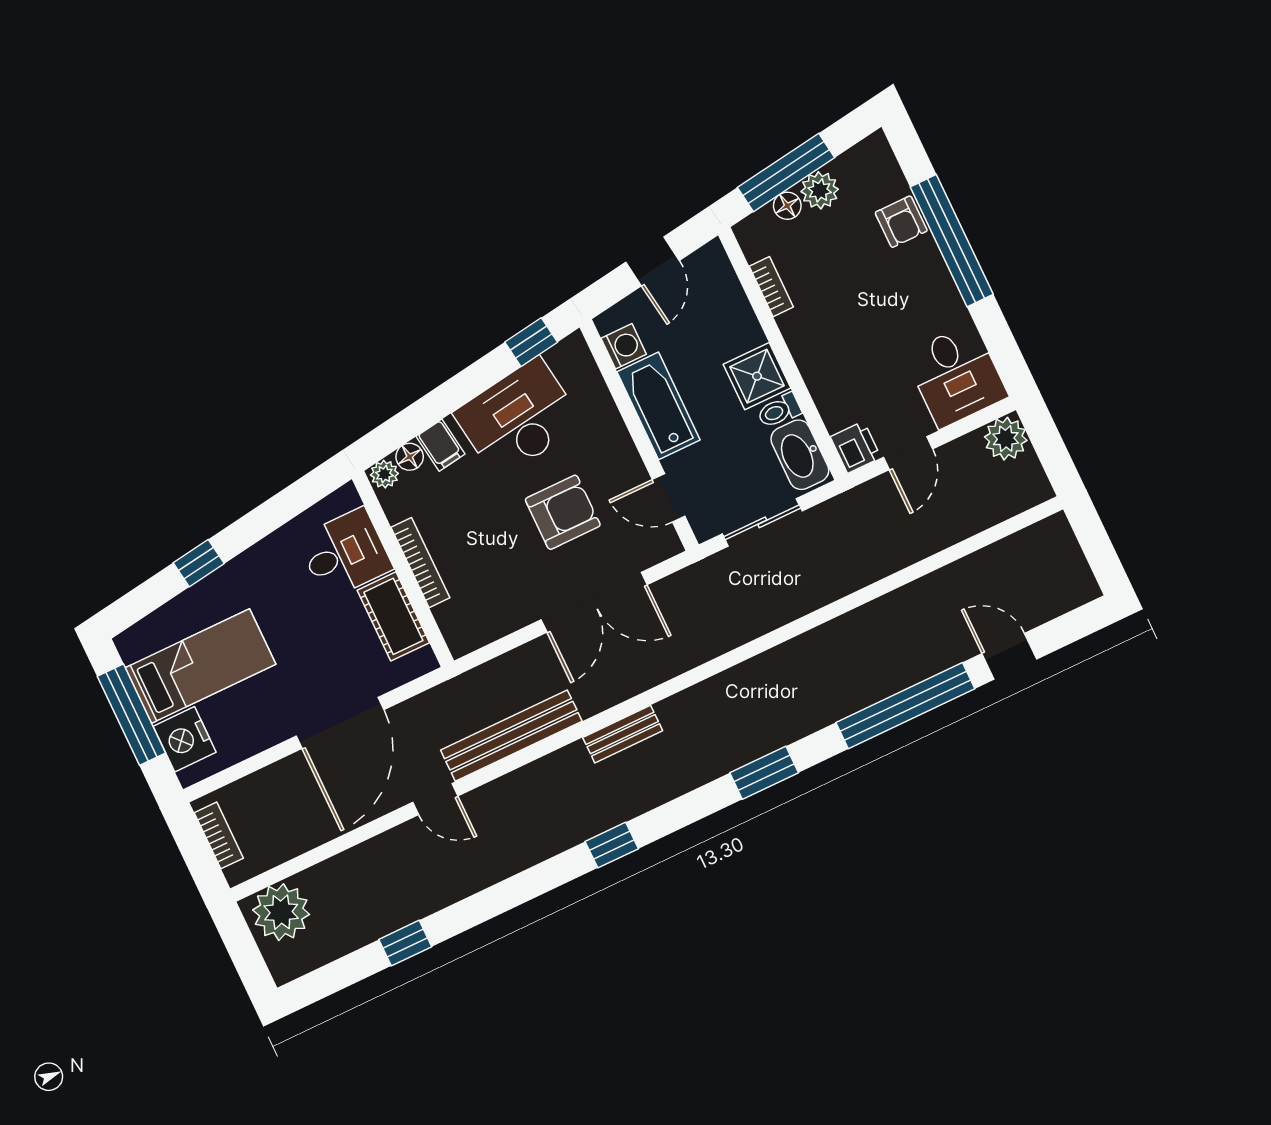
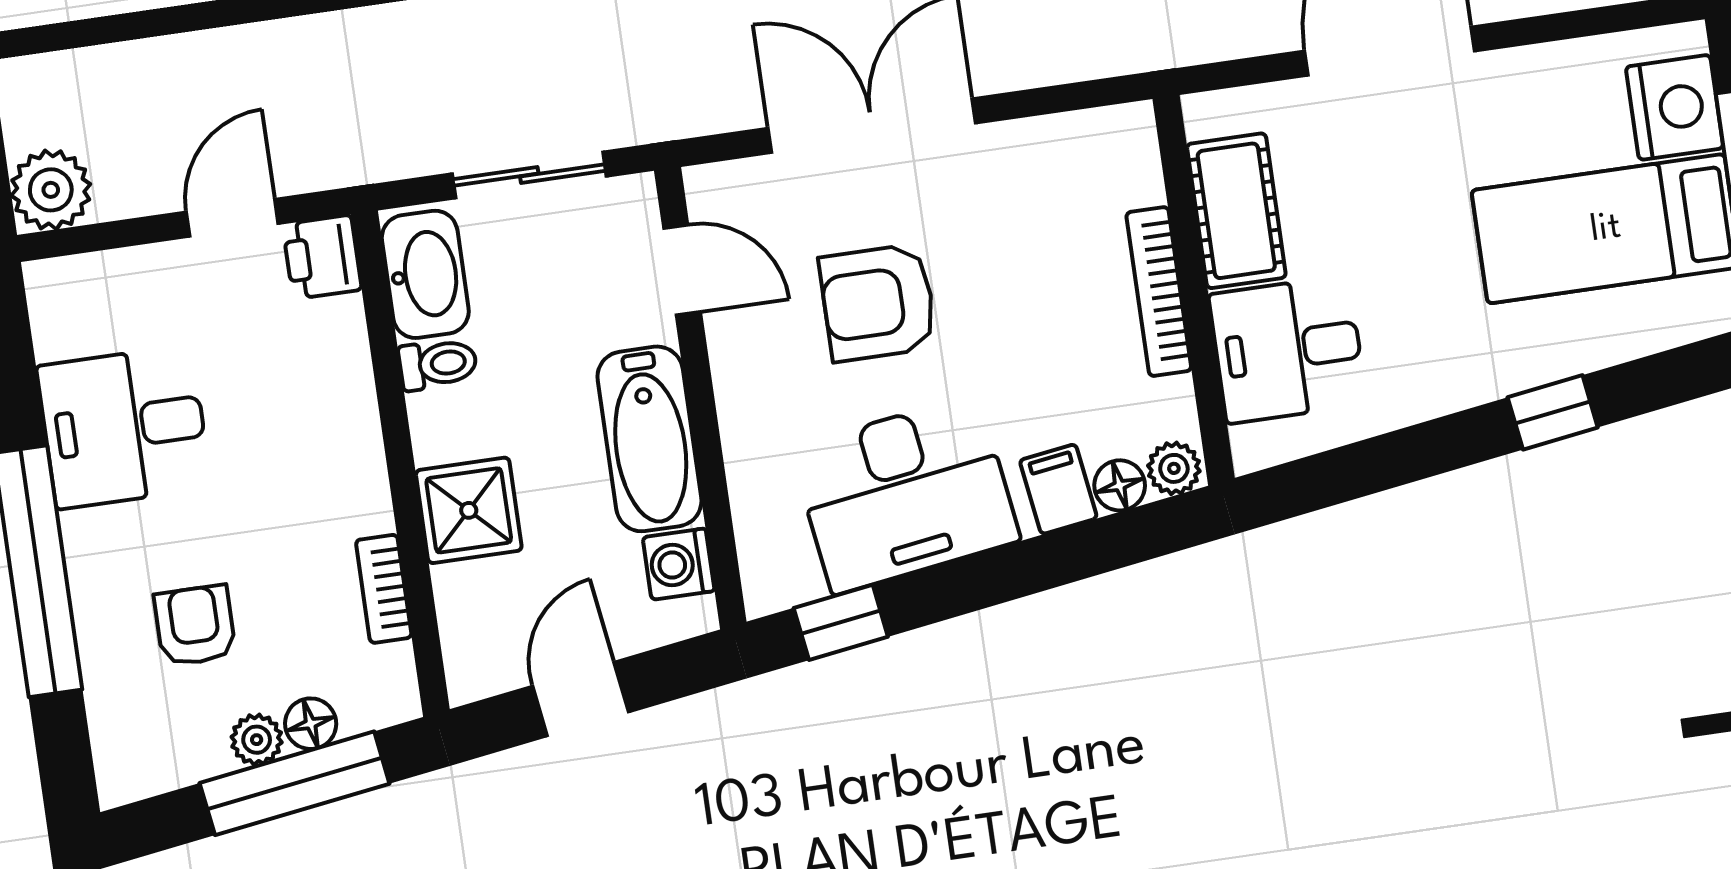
plant: (820, 190) -> (257, 740), width x0.73, depth x0.73
armchair: (901, 222) -> (195, 625), moved
desk: (956, 375) -> (124, 427), moved, turned -90
shower: (757, 376) -> (469, 510), moved

